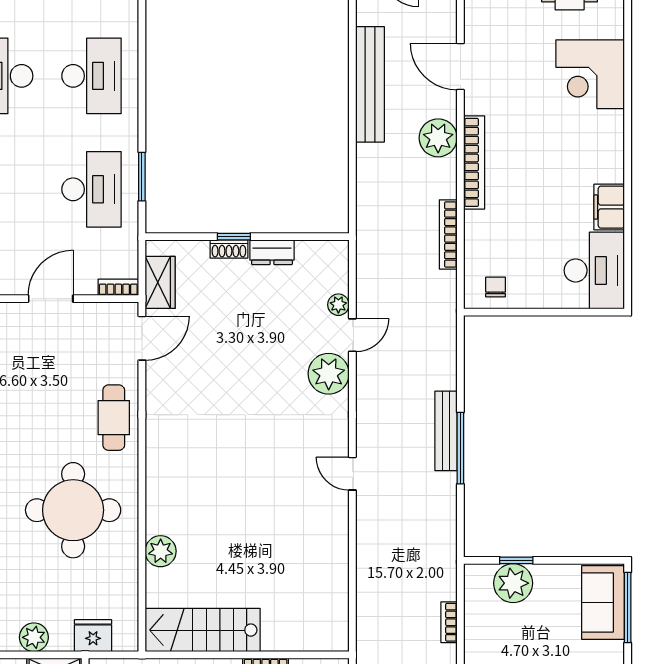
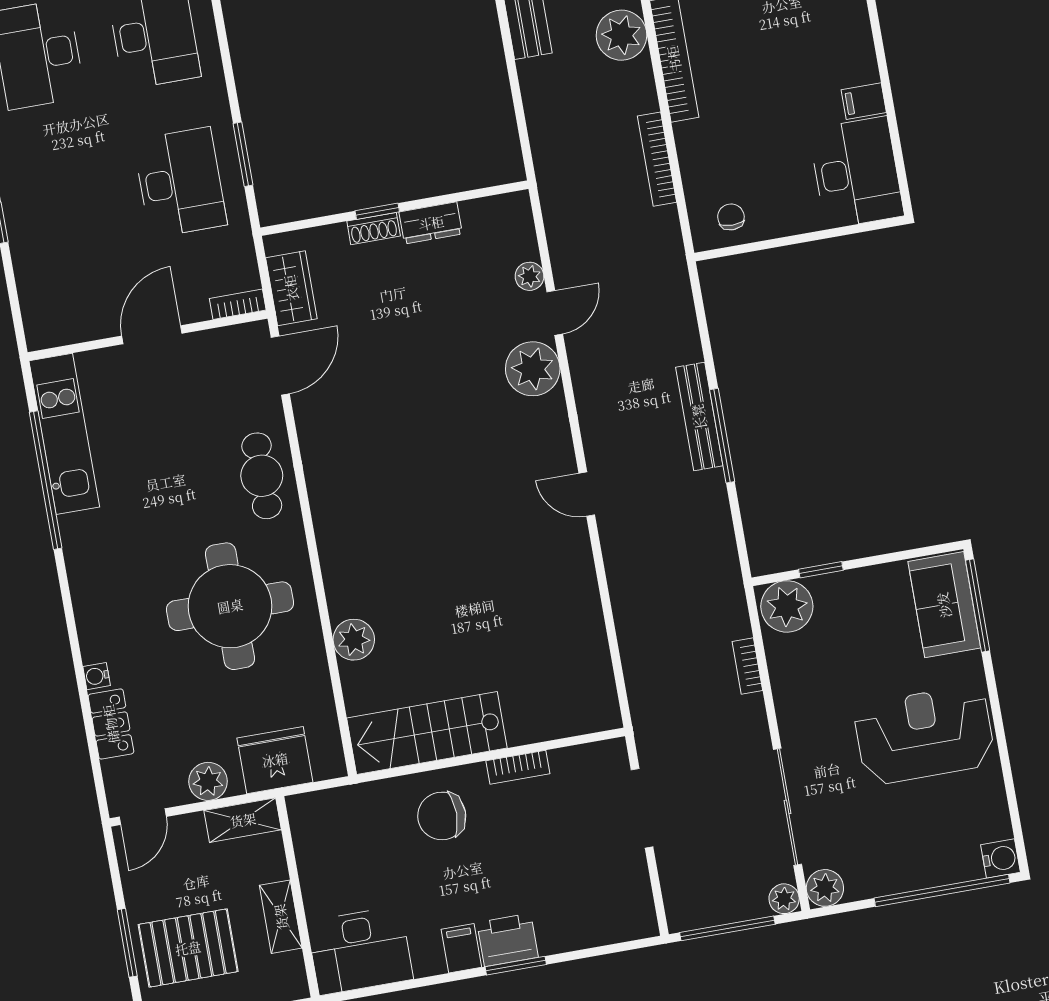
filing cabinet: (609, 207) -> (864, 101), width x0.50
plant: (513, 583) -> (787, 606), moved
fridge: (93, 636) -> (275, 760), width x1.36, depth x1.34

